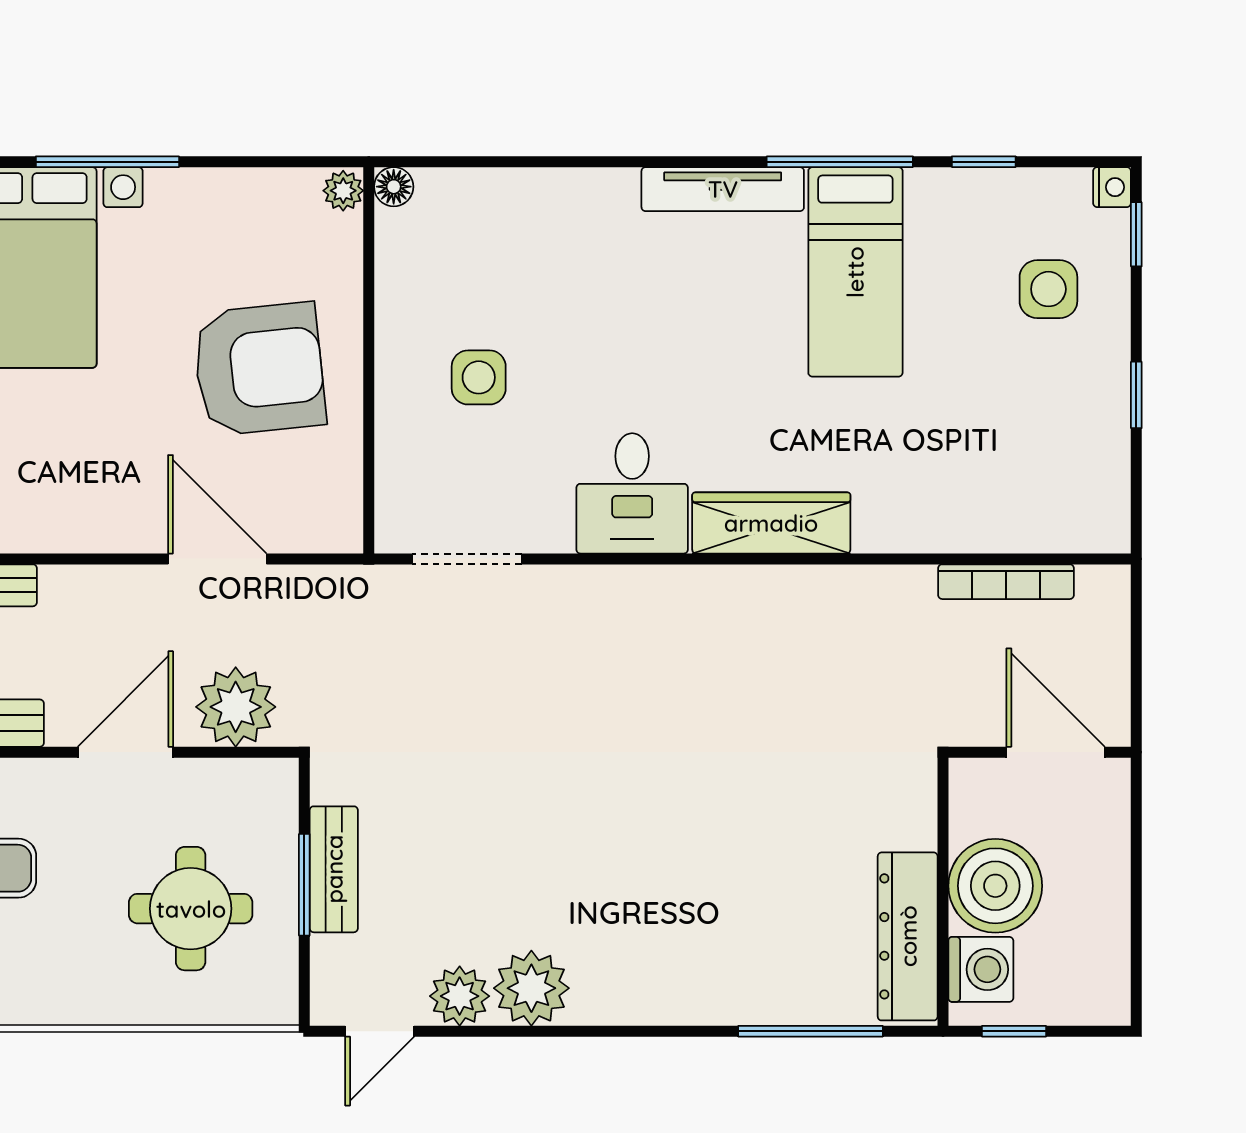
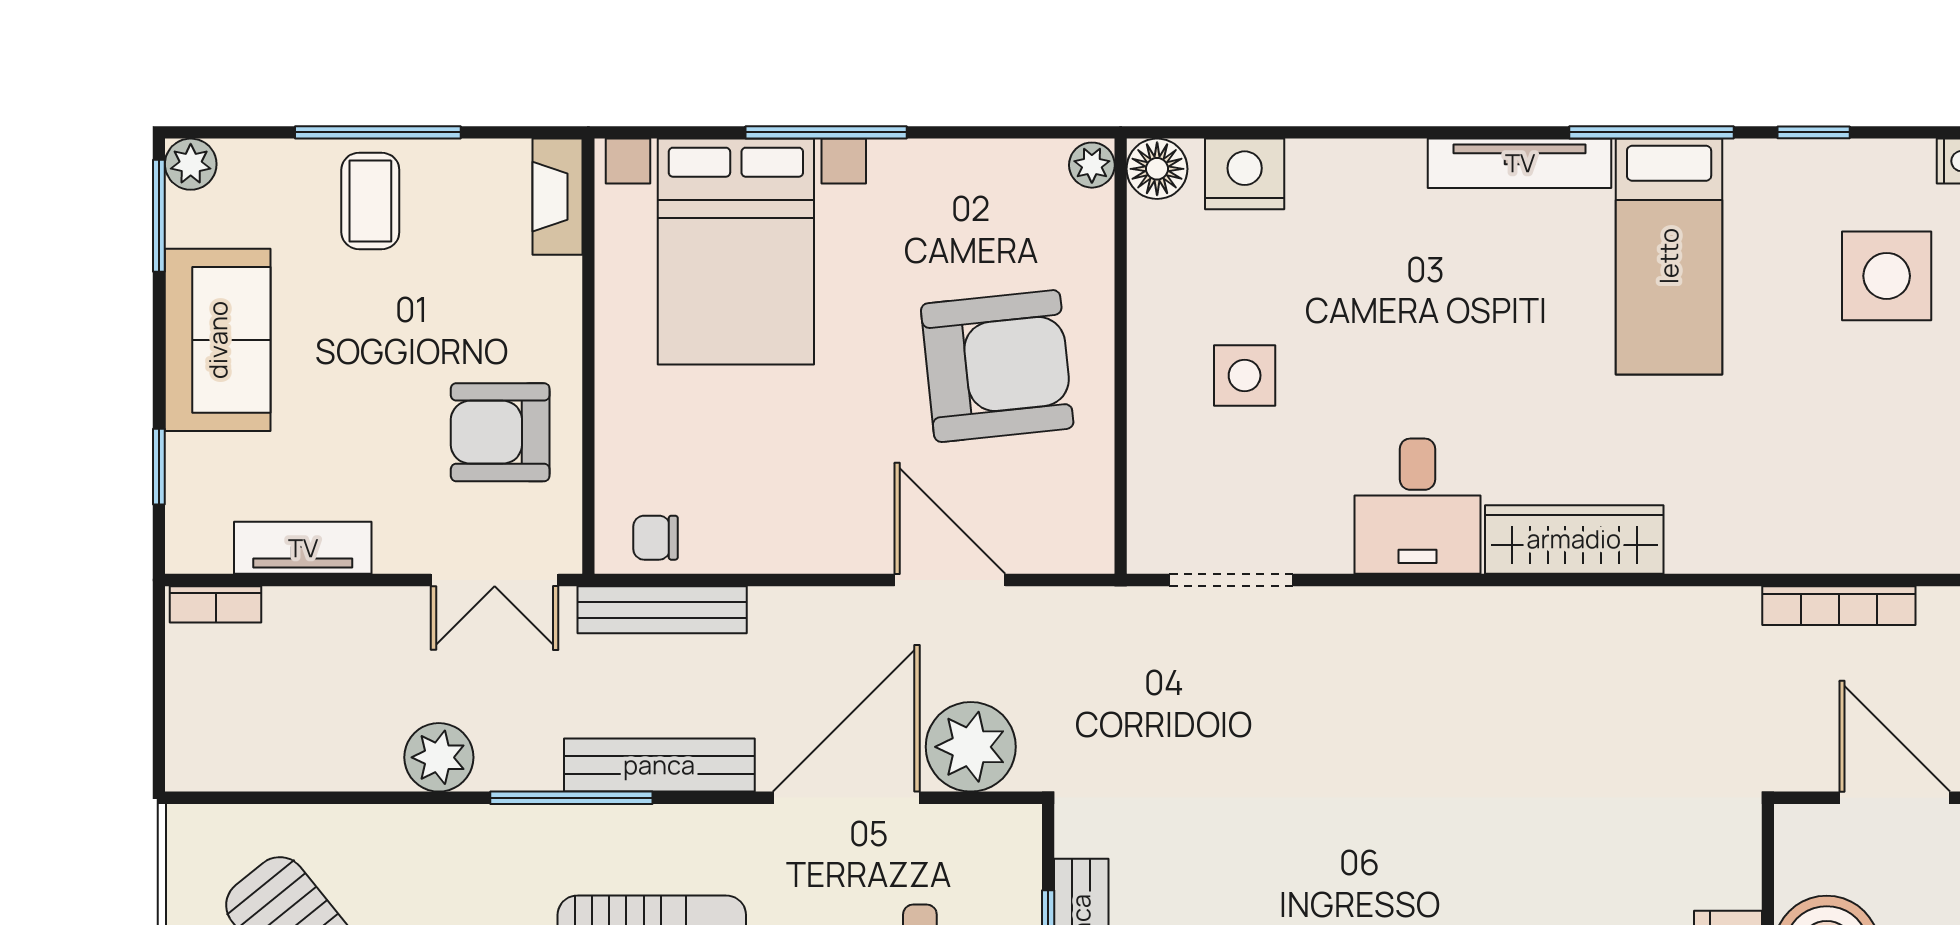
floor lamp: (394, 187) -> (1157, 169), width x1.37, depth x1.37
nightstand: (479, 199) -> (1245, 174), added
side table: (1048, 289) -> (1887, 276), width x1.37, depth x1.37
door: (125, 752) -> (846, 798), width x1.36

